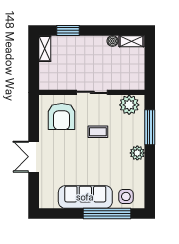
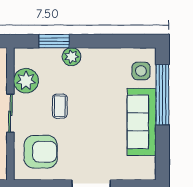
plant: (129, 105) -> (26, 81), moved
window: (150, 127) -> (54, 41), width x0.69
plant: (137, 153) -> (72, 57), moved

